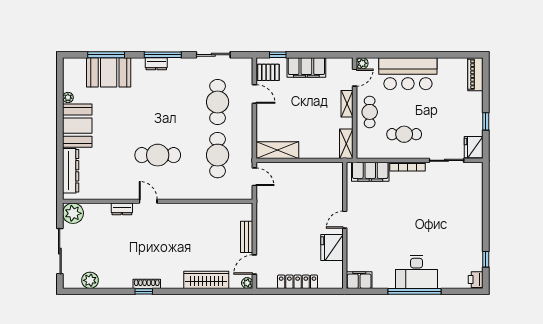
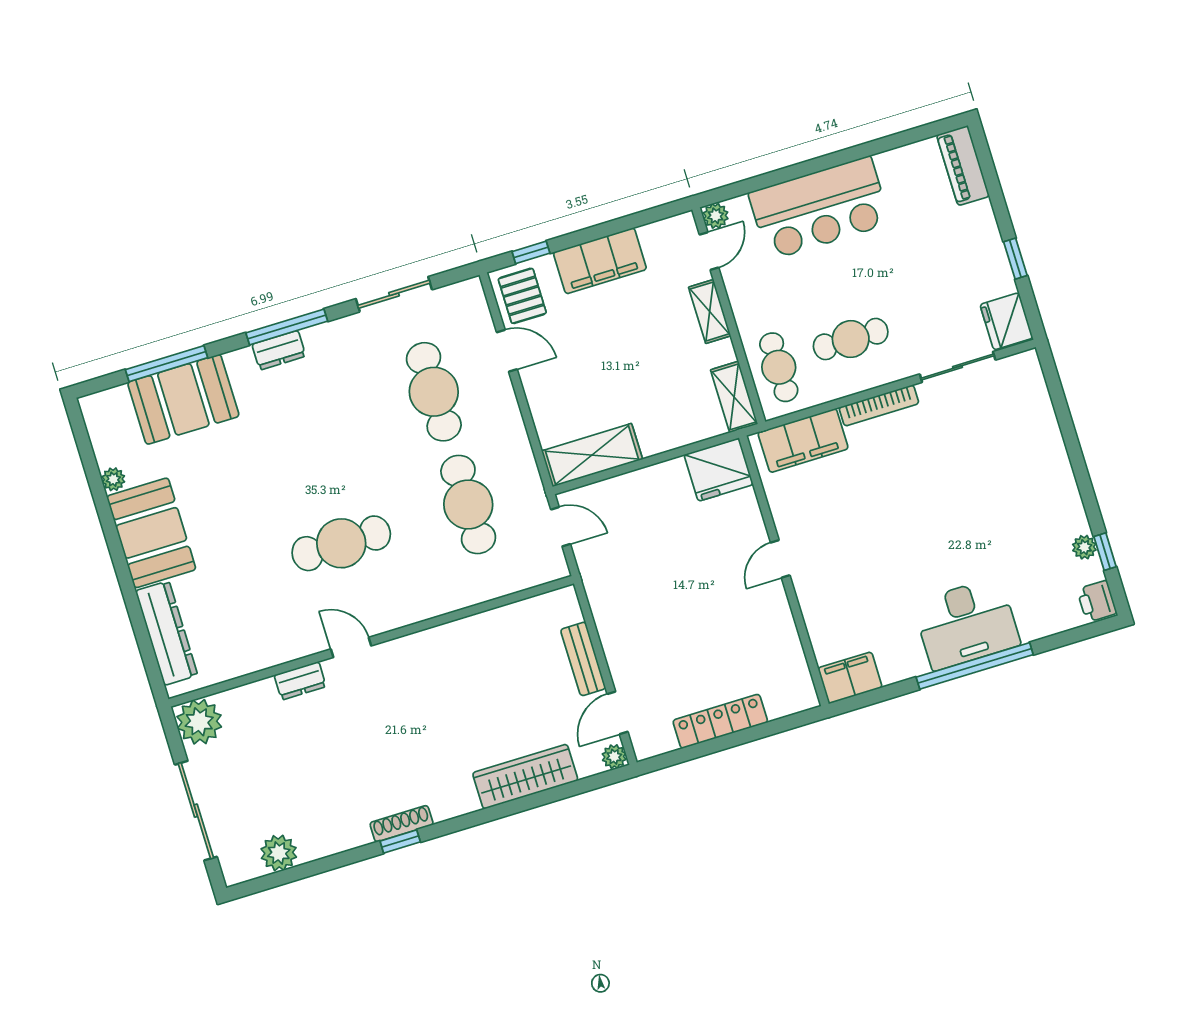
pallet: (268, 72) -> (522, 296), turned 90
cafe table: (370, 112) -> (779, 367), moved
fridge: (332, 247) -> (719, 470), moved, turned -90
plant: (477, 255) -> (1084, 547), added

